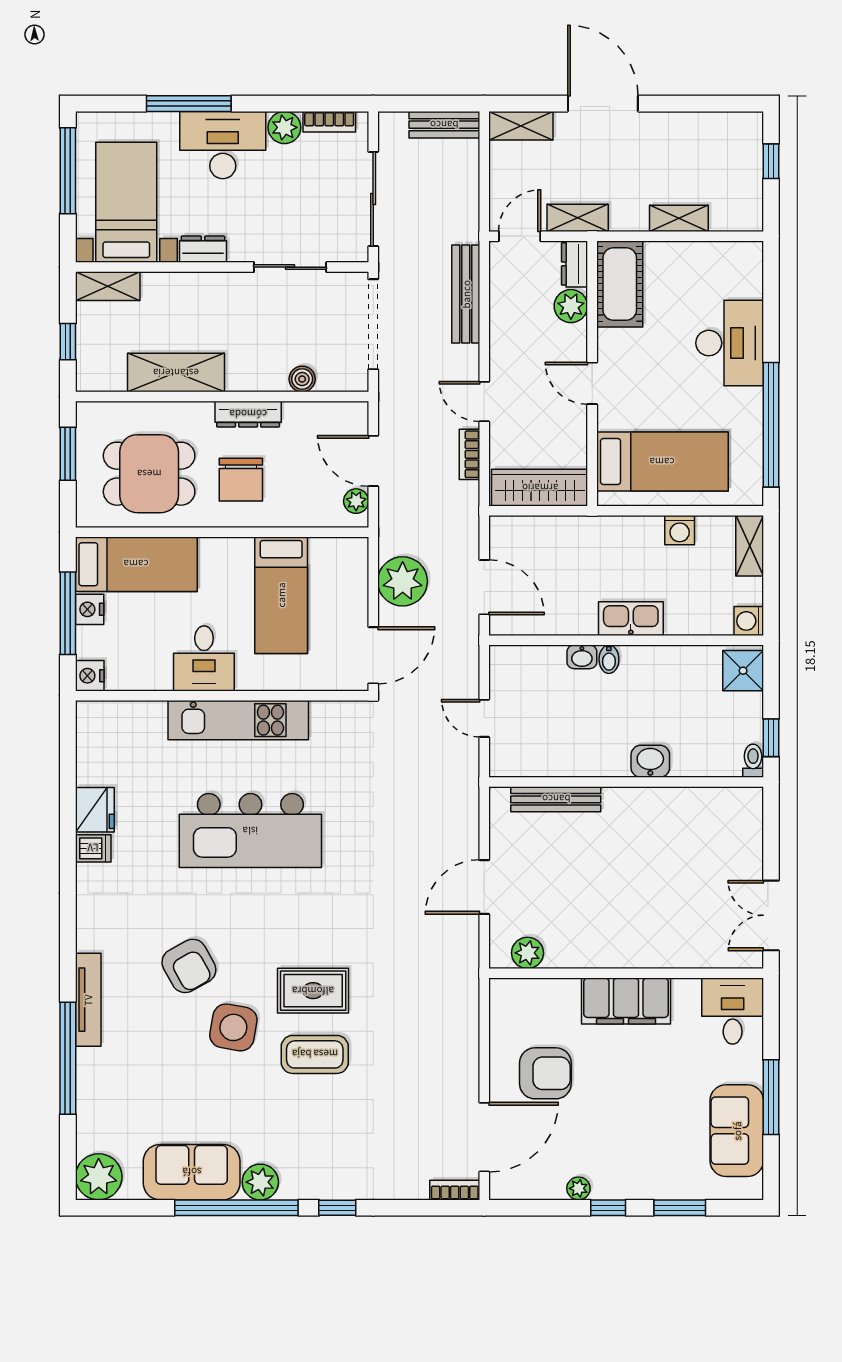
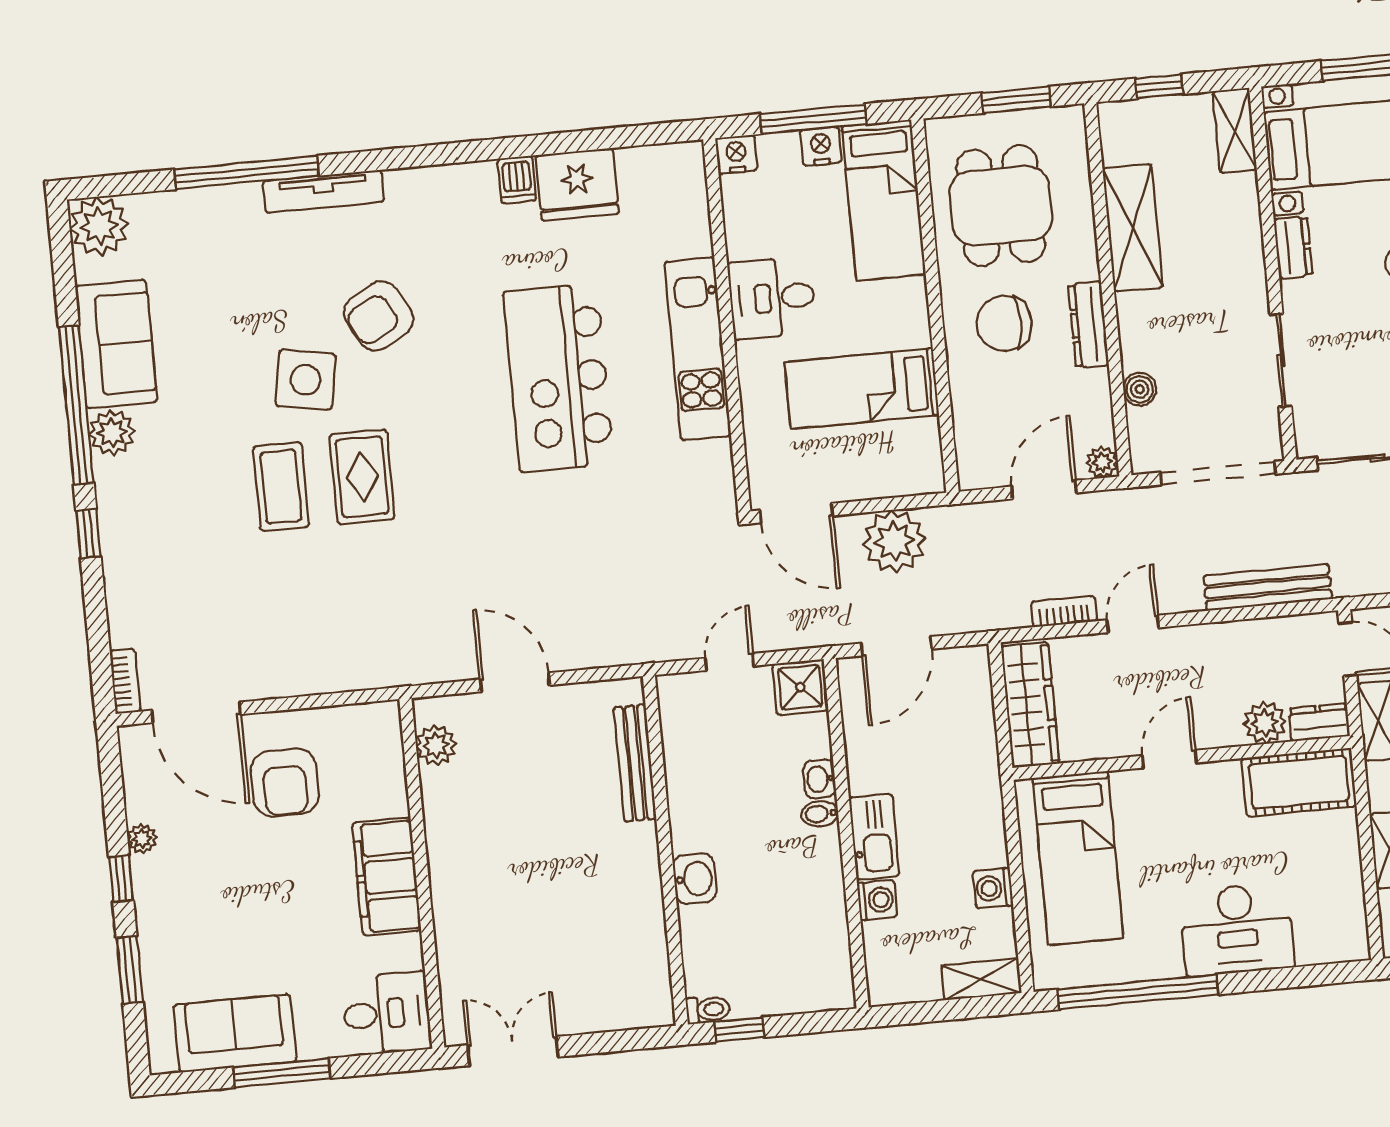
plant: (356, 501) -> (1102, 462), moved
washing machine: (749, 621) -> (877, 900), moved, turned 90
shower: (743, 671) -> (800, 687), moved
fridge: (95, 810) -> (577, 184), width x1.36, depth x1.34

